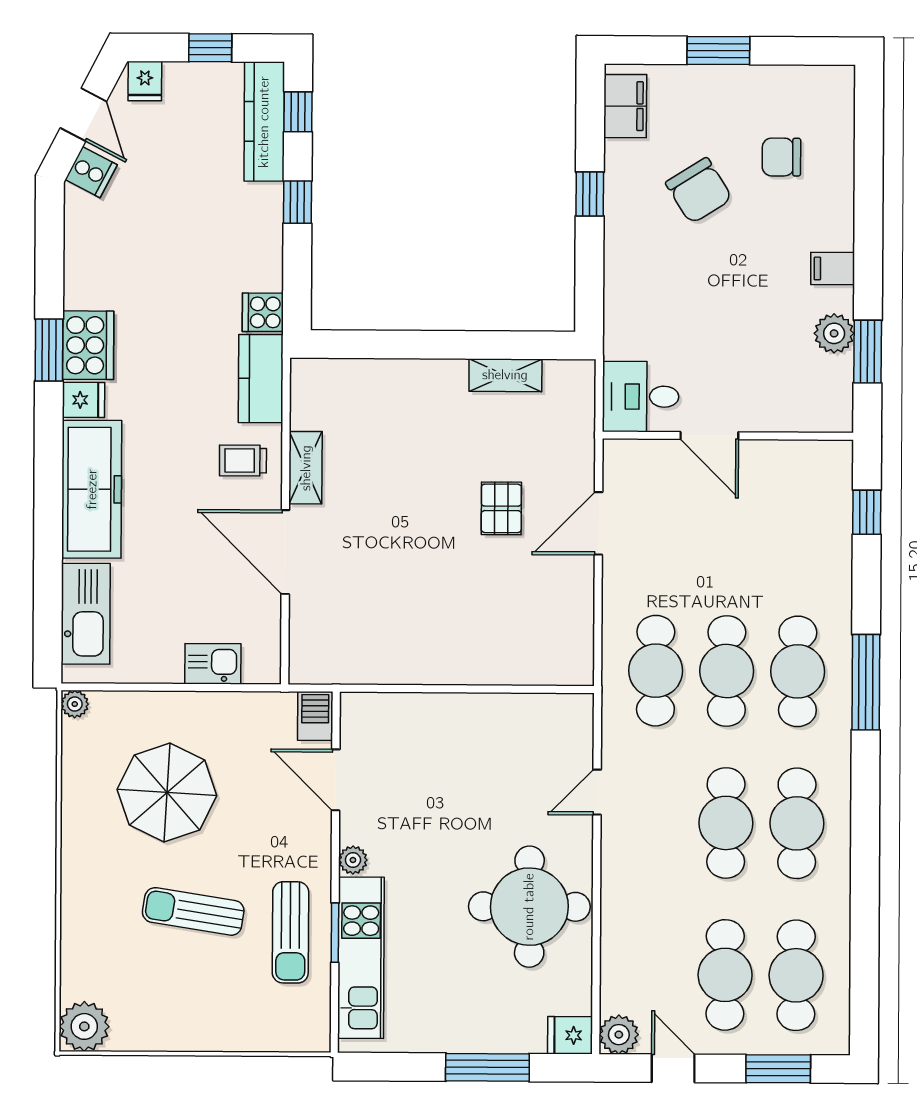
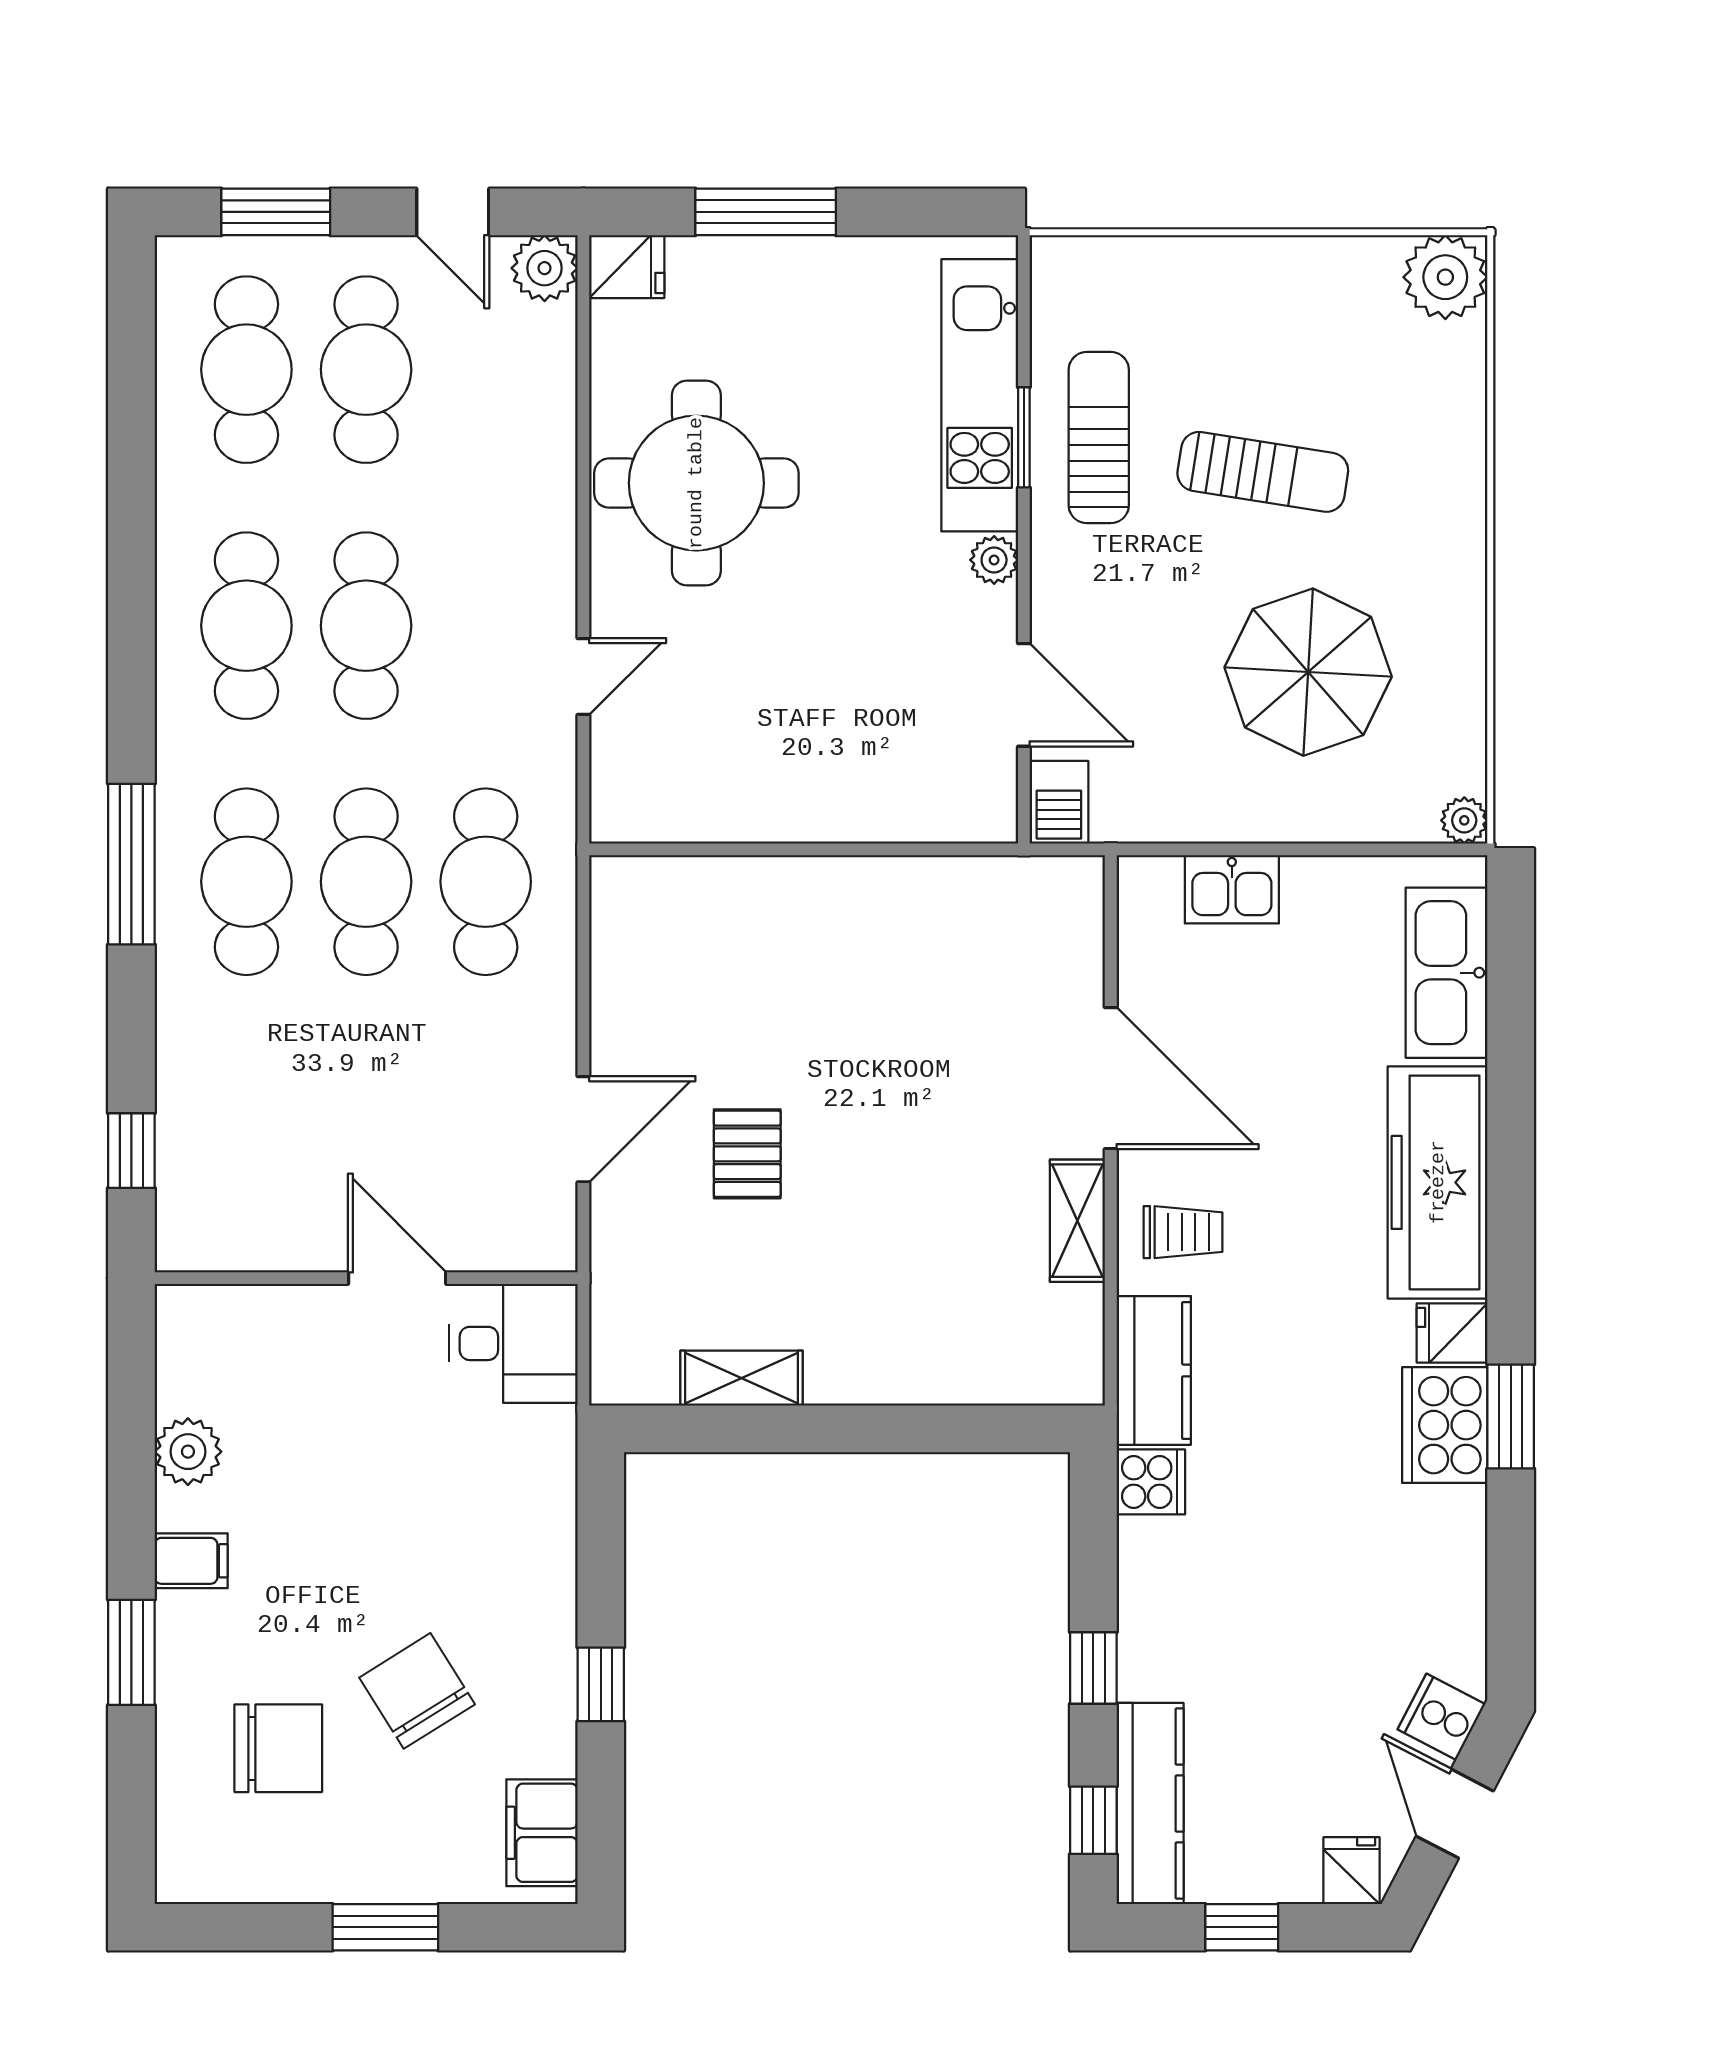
chair: (781, 157) -> (278, 1748), width x1.37, depth x1.37
window: (868, 352) -> (131, 1652), moved

